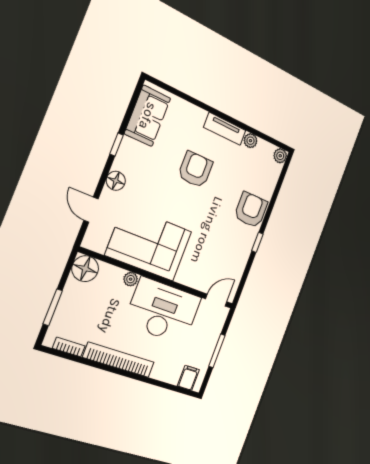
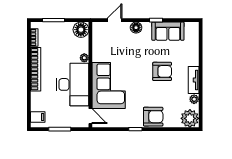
sofa: (148, 116) -> (168, 31), moved
plant: (280, 156) -> (190, 118), width x1.88, depth x1.88
corner sofa: (149, 243) -> (109, 85), moved

